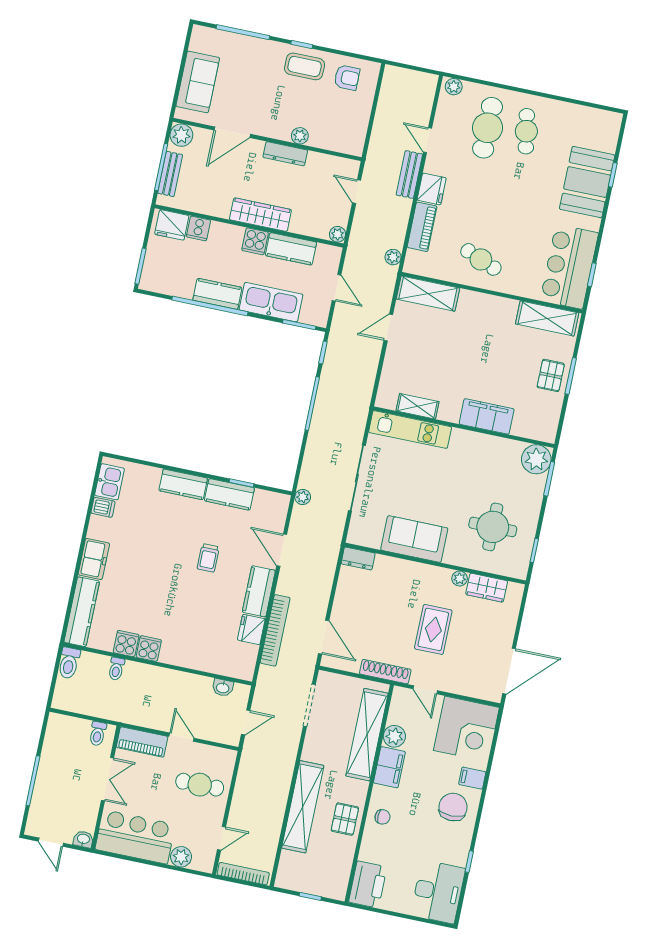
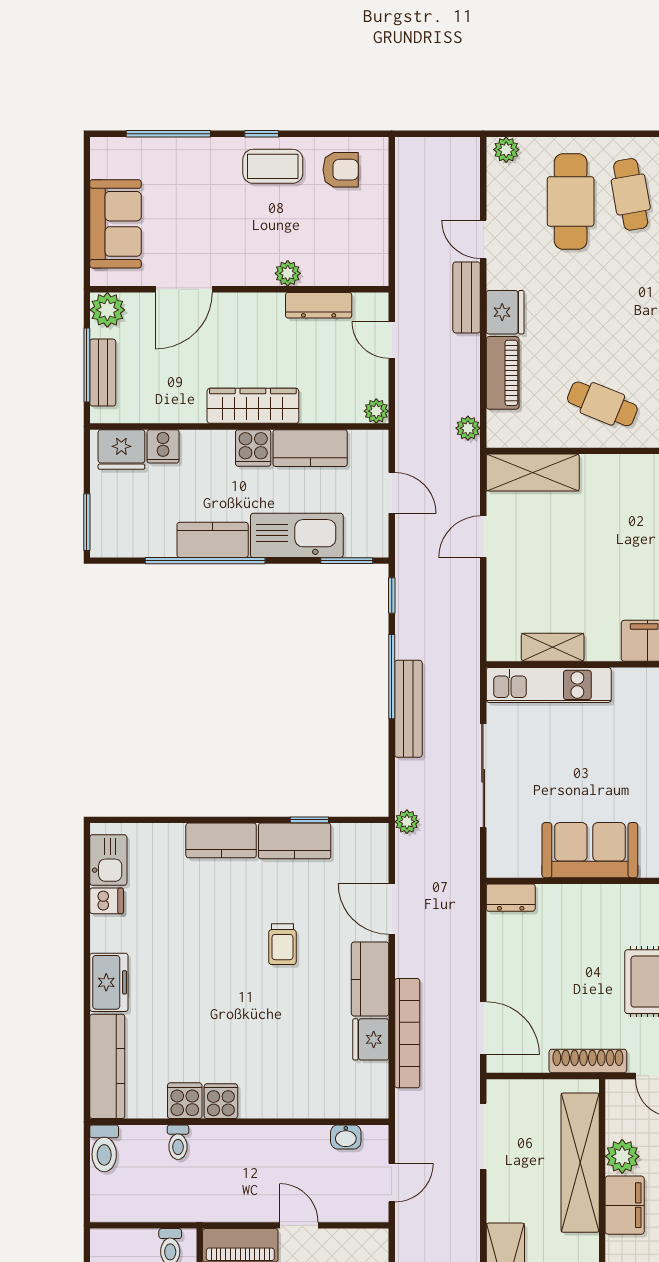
dresser: (285, 154) -> (319, 305), moved
bench: (319, 426) -> (408, 709), added

